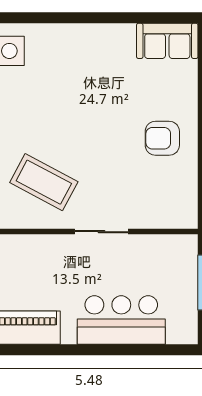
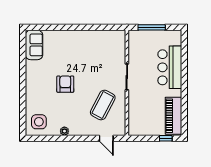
armchair: (162, 138) -> (65, 84), moved, turned 180

